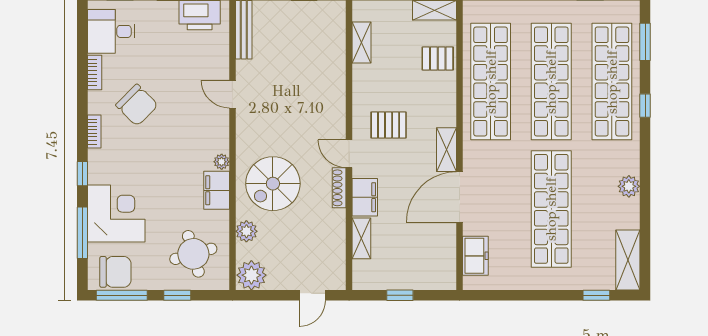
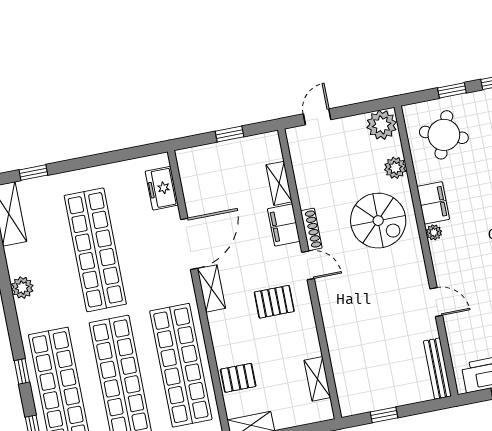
spiral stairs: (273, 184) -> (378, 221), turned 90
round table: (193, 254) -> (444, 135), turned 36

